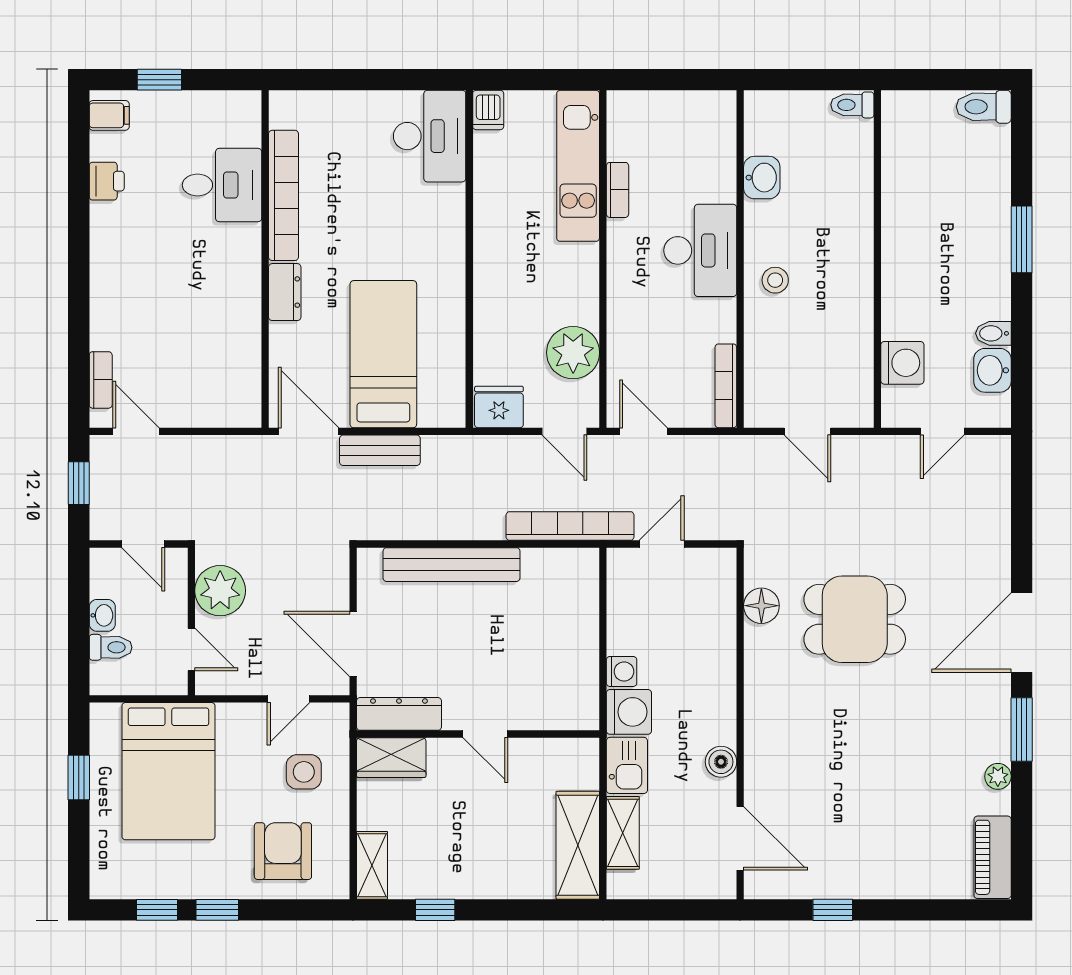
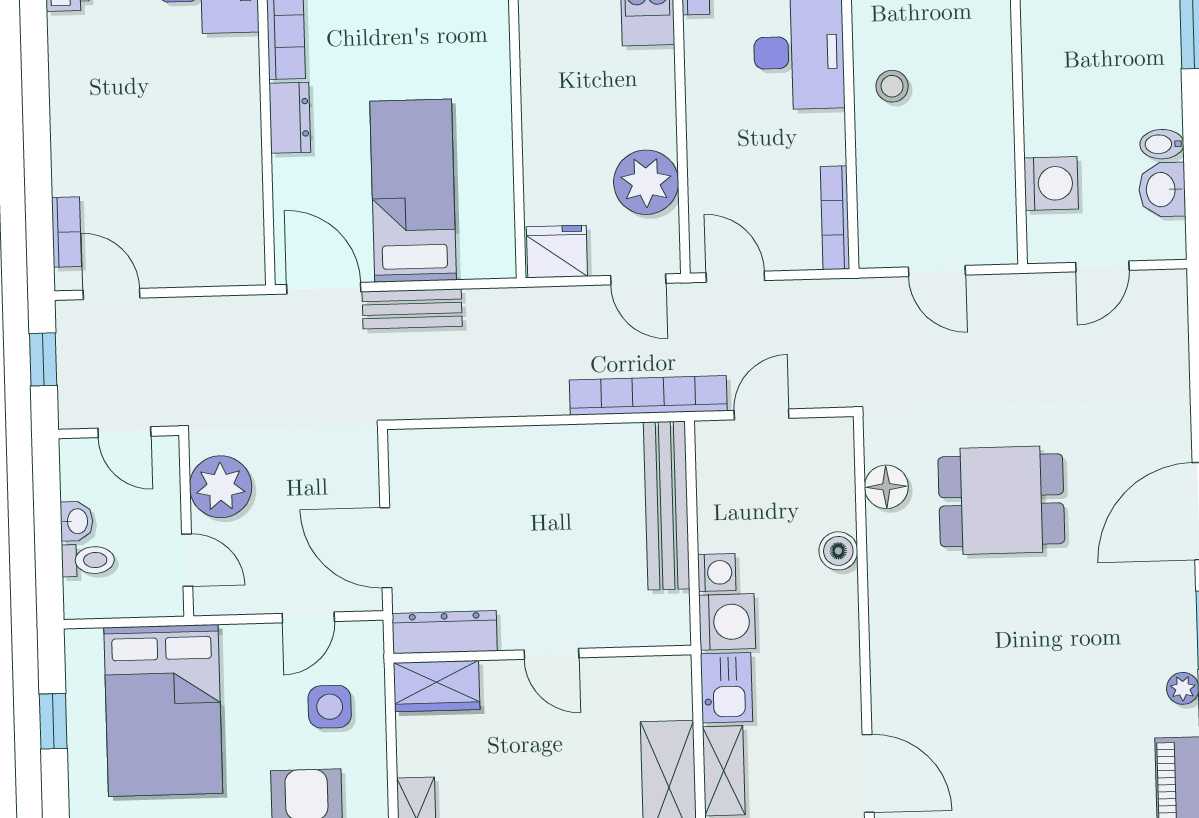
bench: (452, 565) -> (667, 505), moved, turned 90
boiler: (721, 762) -> (838, 551), moved

